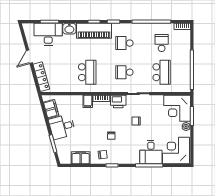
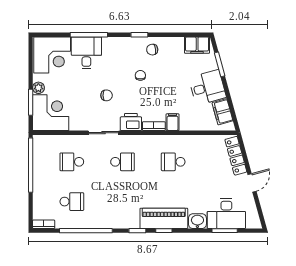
school desk: (124, 43) -> (123, 202), removed
school desk: (162, 43) -> (72, 202), turned -90
school desk: (87, 72) -> (173, 162), width x0.54
school desk: (162, 72) -> (72, 162), width x0.54
filing cabinet: (81, 158) -> (197, 45), moved

